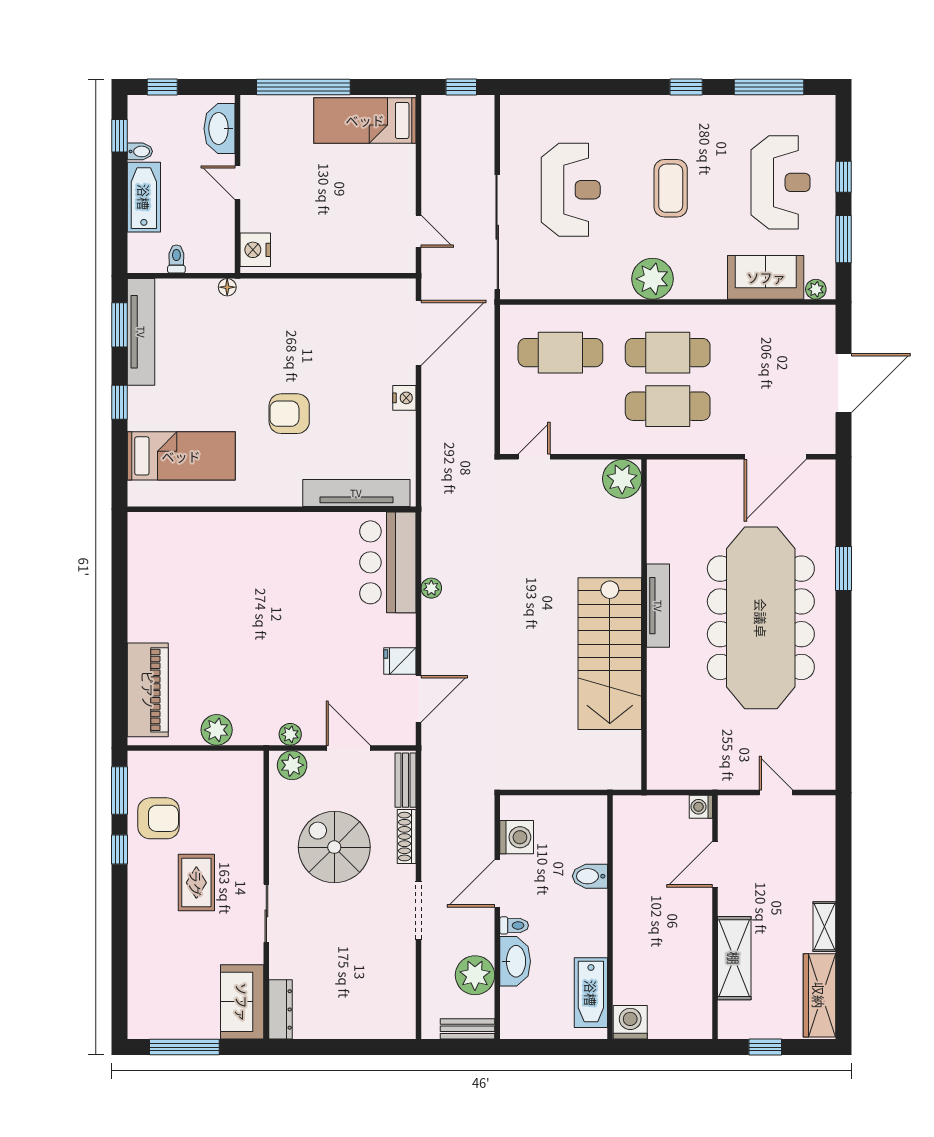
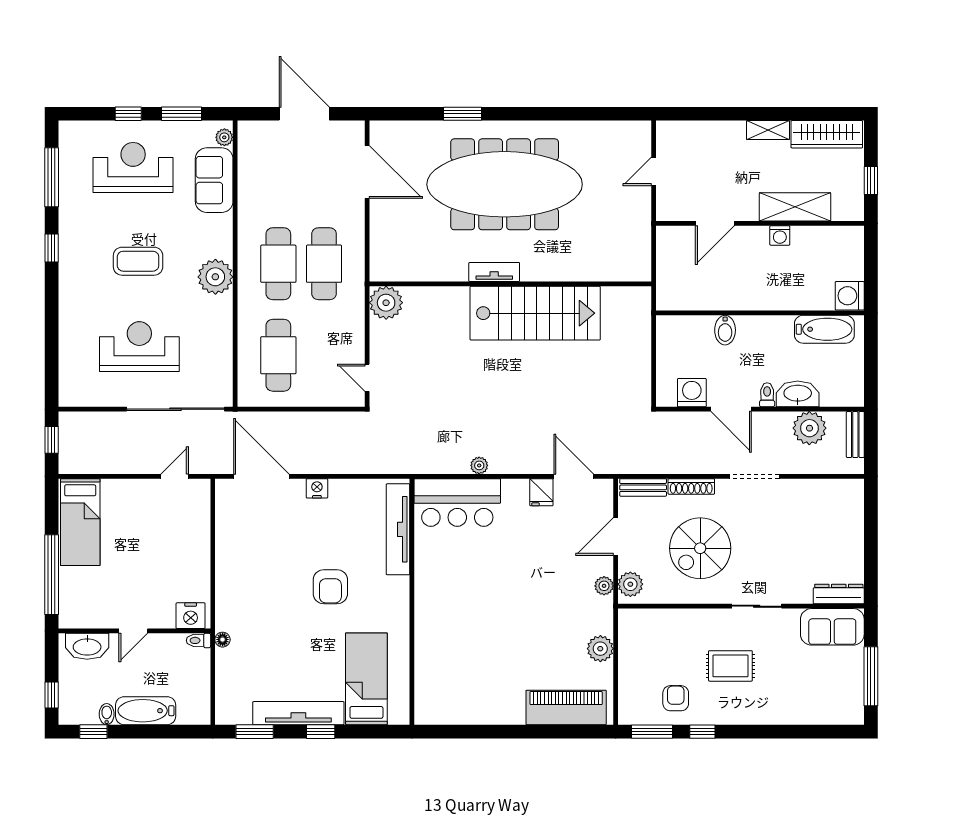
toilet: (176, 259) -> (198, 640), moved
tv unit: (141, 332) -> (298, 713), moved
tv unit: (658, 606) -> (494, 272), width x0.71
washing machine: (701, 807) -> (780, 236), moved
armchair: (159, 818) -> (676, 698), width x0.72, depth x0.72
door: (715, 864) -> (715, 223), hinge flipped

